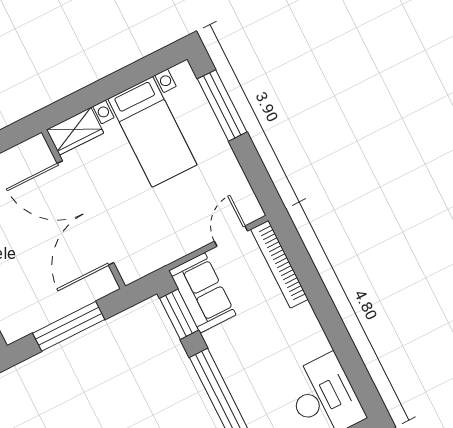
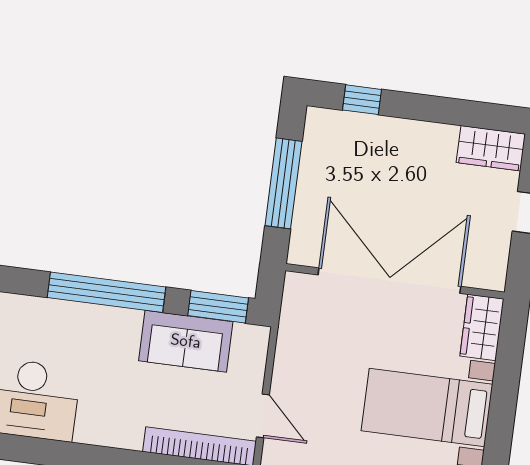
sofa: (202, 293) -> (186, 341), moved

